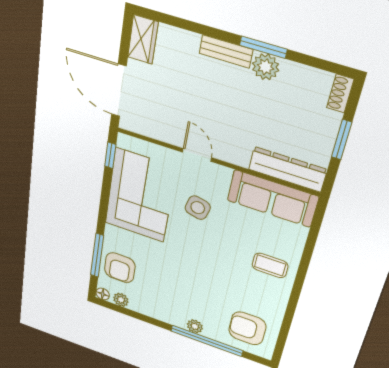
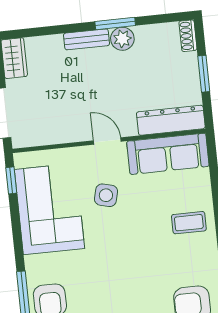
door: (197, 155) -> (107, 141), moved

